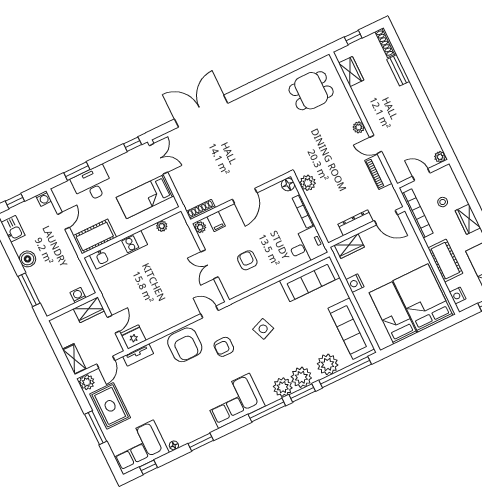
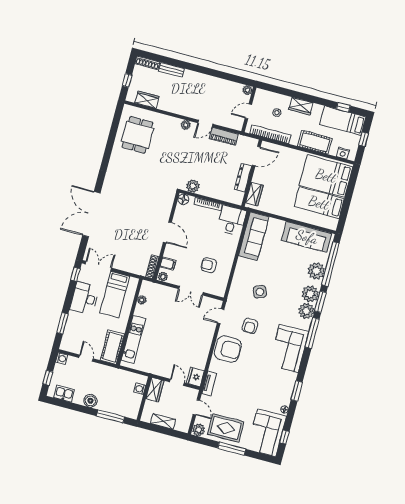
desk: (92, 184) -> (84, 298), moved
nightstand: (355, 283) -> (280, 210), removed
shelving: (74, 359) -> (163, 421), moved

